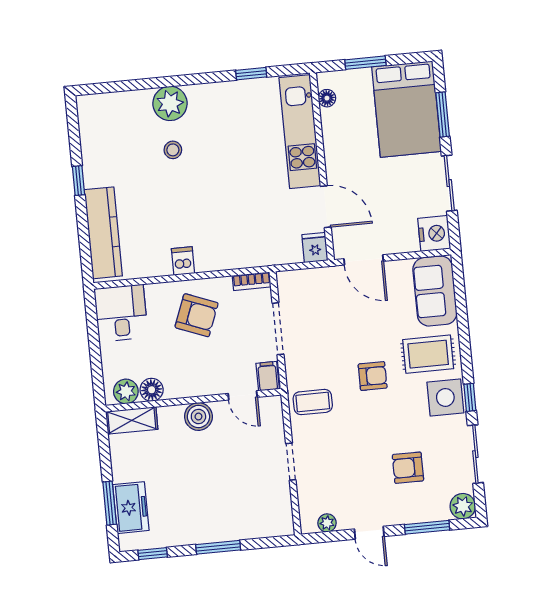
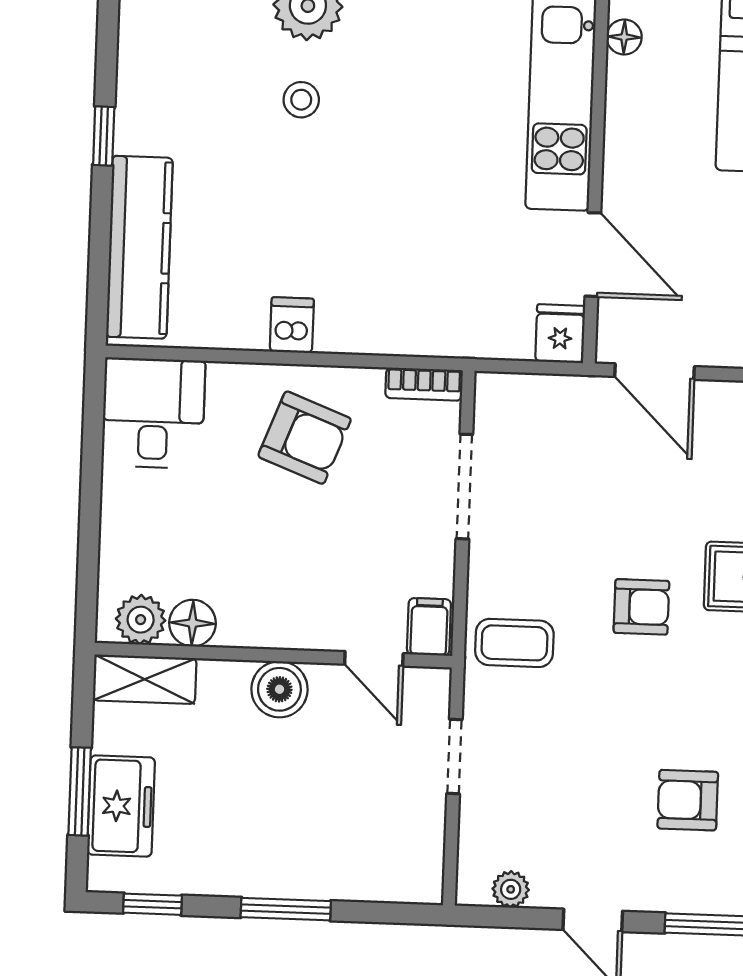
filing cabinet: (268, 376) -> (429, 627), moved
floor lamp: (152, 390) -> (193, 623), moved
plant: (126, 391) -> (141, 620), moved
door: (243, 395) -> (374, 659), moved
wall: (193, 400) -> (273, 655), moved
boiler: (198, 416) -> (279, 689), moved
shelving: (132, 420) -> (145, 679), moved

